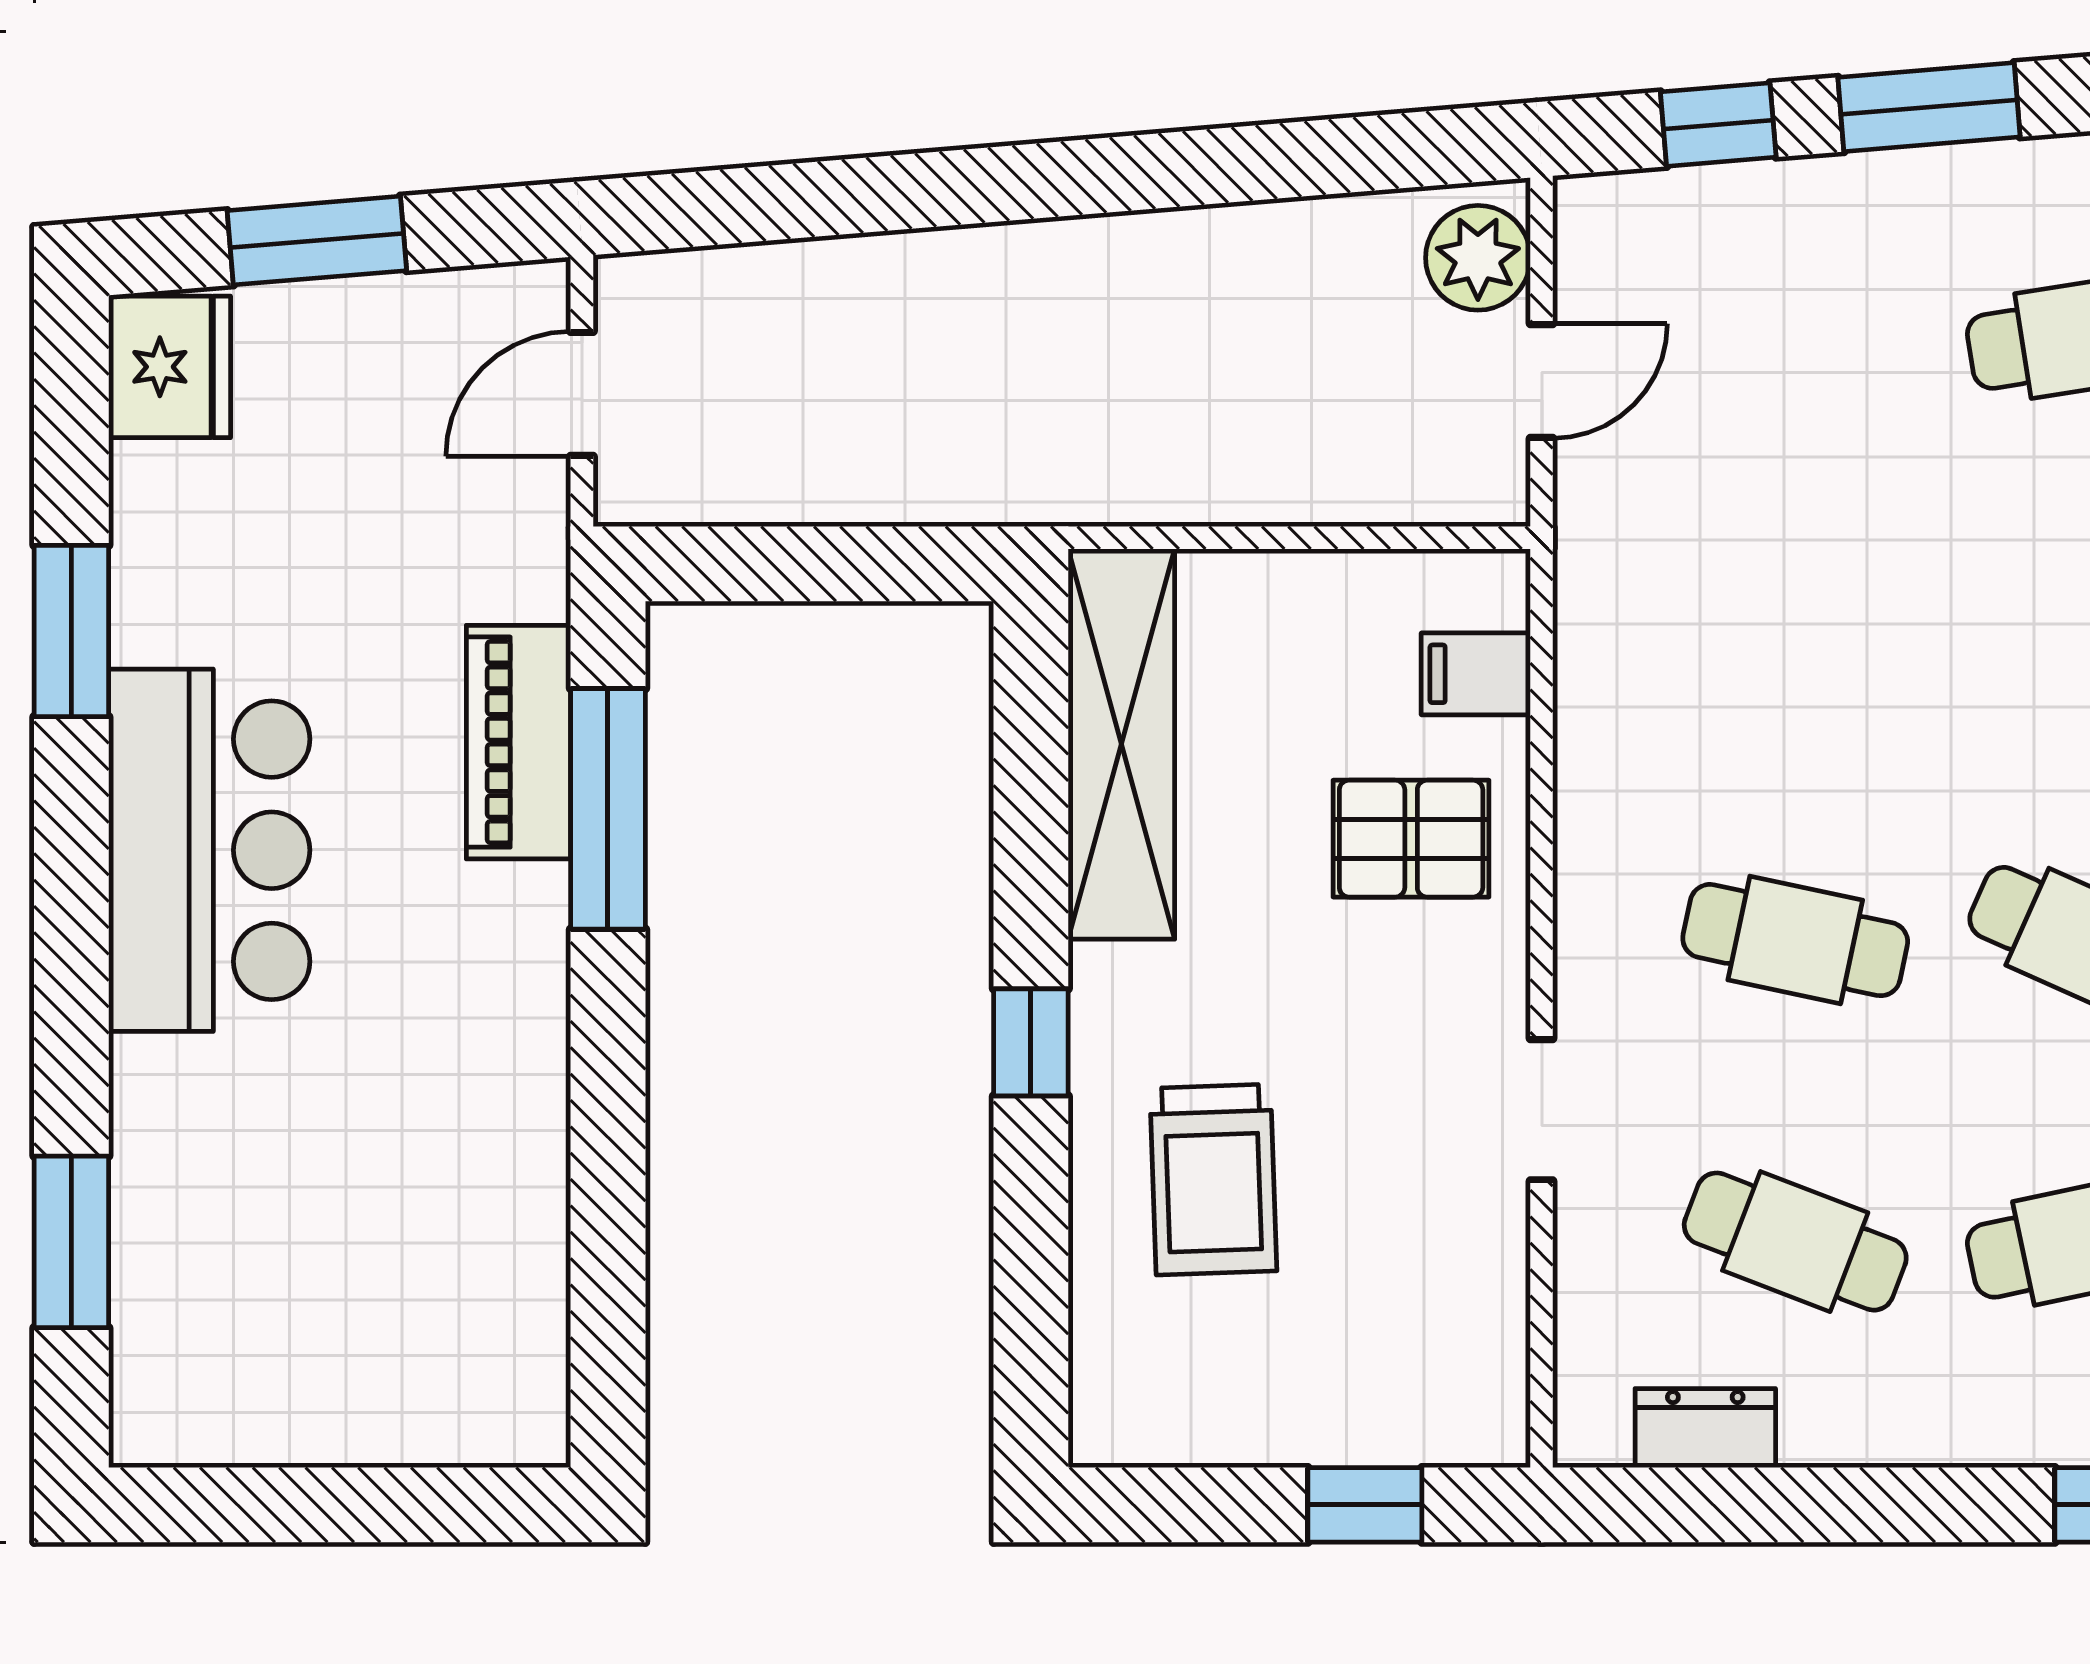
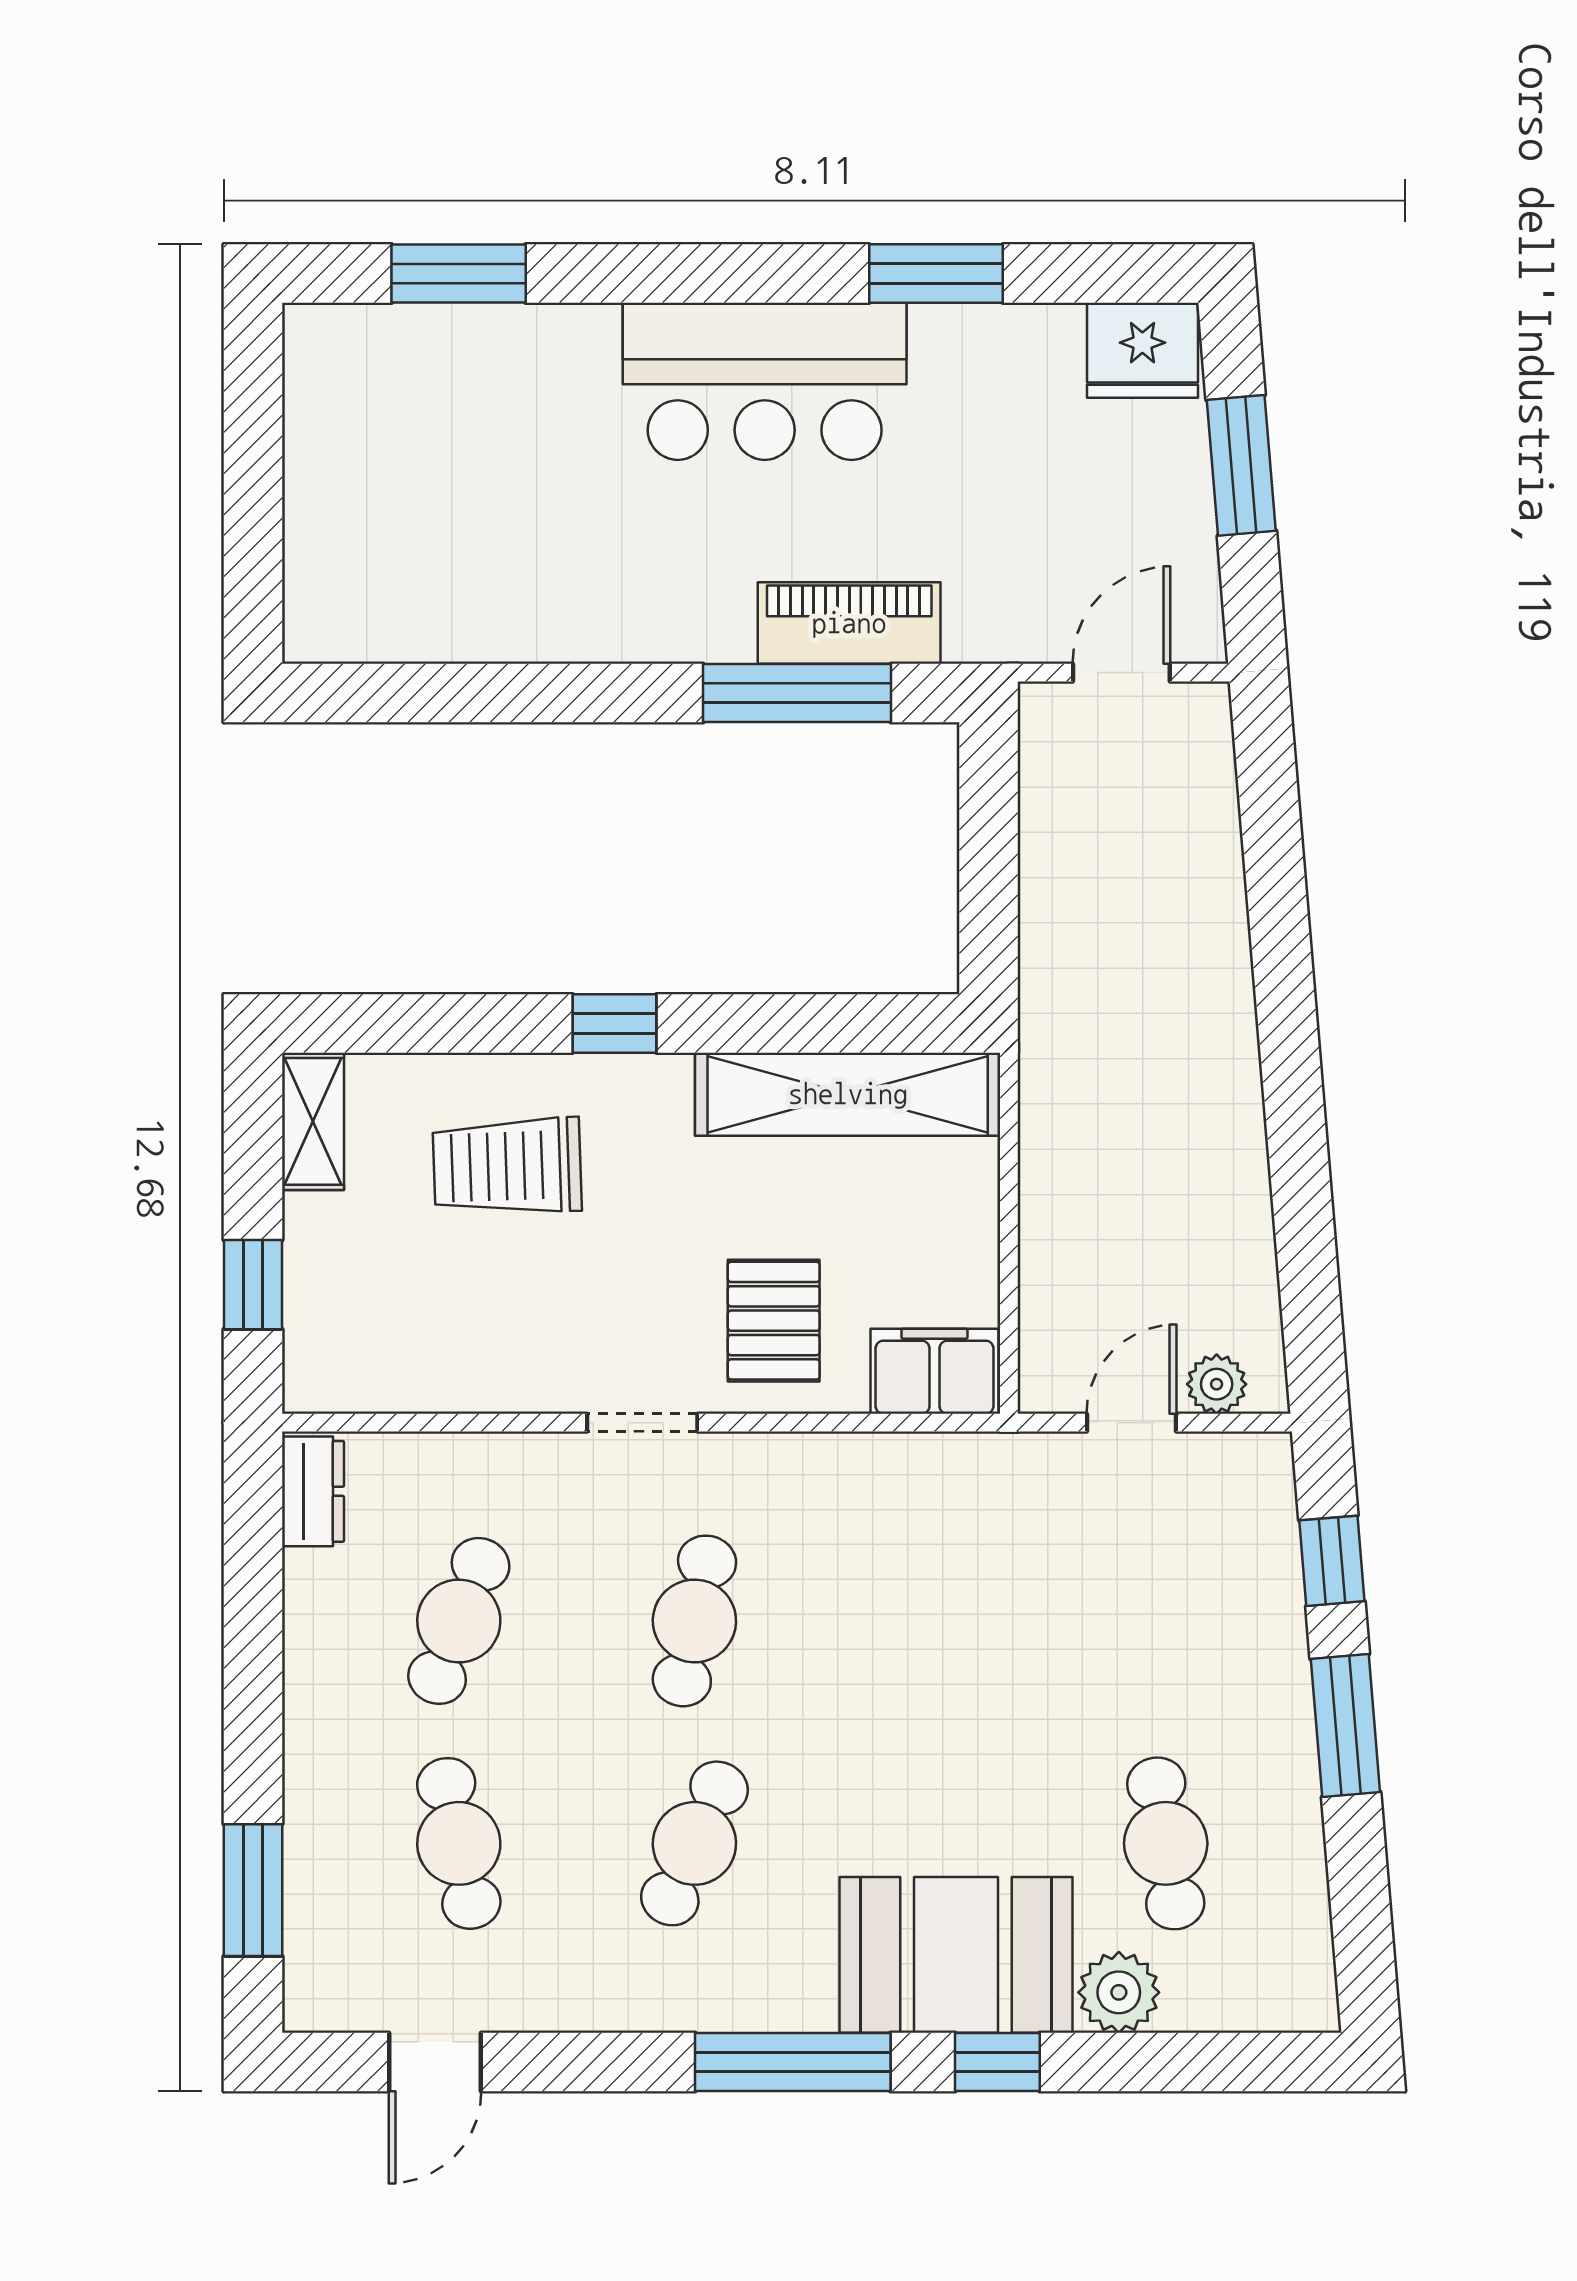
plant: (1478, 258) -> (1217, 1384), width x0.73, depth x0.73
door: (1542, 381) -> (1131, 1423), swing flipped
door: (582, 394) -> (1121, 673), hinge flipped
filing cabinet: (1476, 674) -> (935, 1371), width x2.00
doorway: (1542, 1110) -> (642, 1423), moved
shelving: (1156, 1428) -> (313, 1121), added
dresser: (1705, 1428) -> (313, 1491), moved

